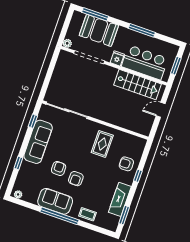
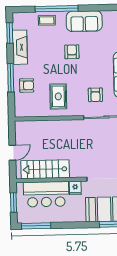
window: (142, 30) -> (36, 226), moved
armchair: (59, 168) -> (95, 95), moved
window: (138, 176) -> (11, 78), width x2.17
window: (59, 216) -> (57, 9), moved

